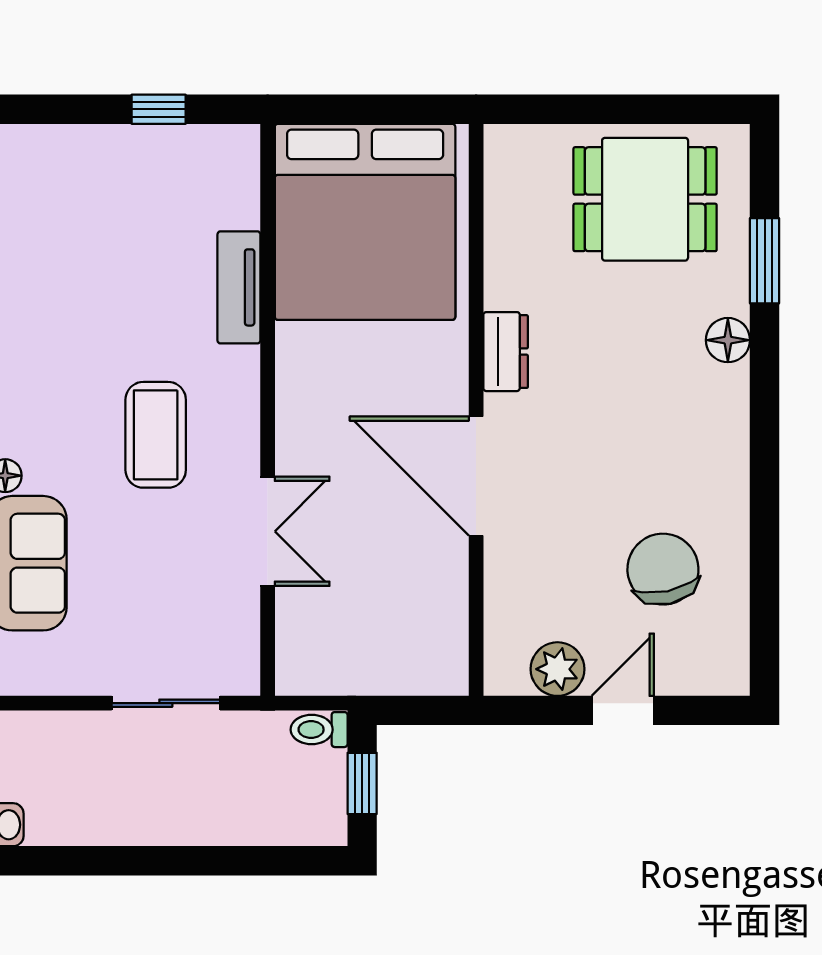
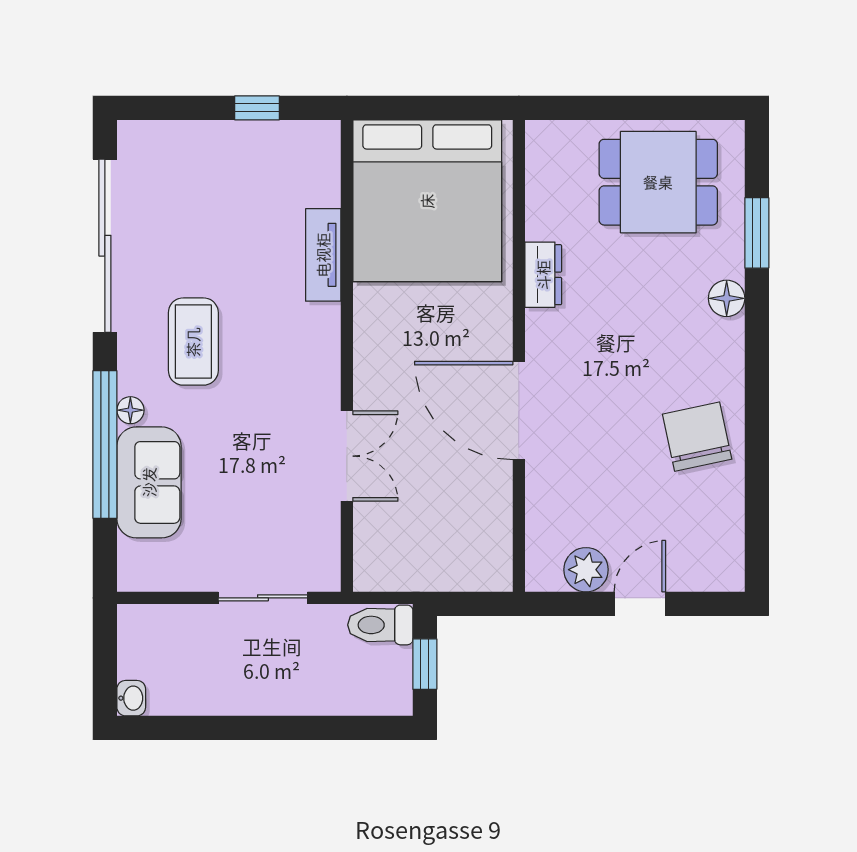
dresser: (506, 352) -> (543, 275), moved
coffee table: (156, 435) -> (193, 342), moved
chair: (663, 569) -> (697, 437), moved
toilet: (319, 730) -> (380, 625), width x1.37, depth x1.39

